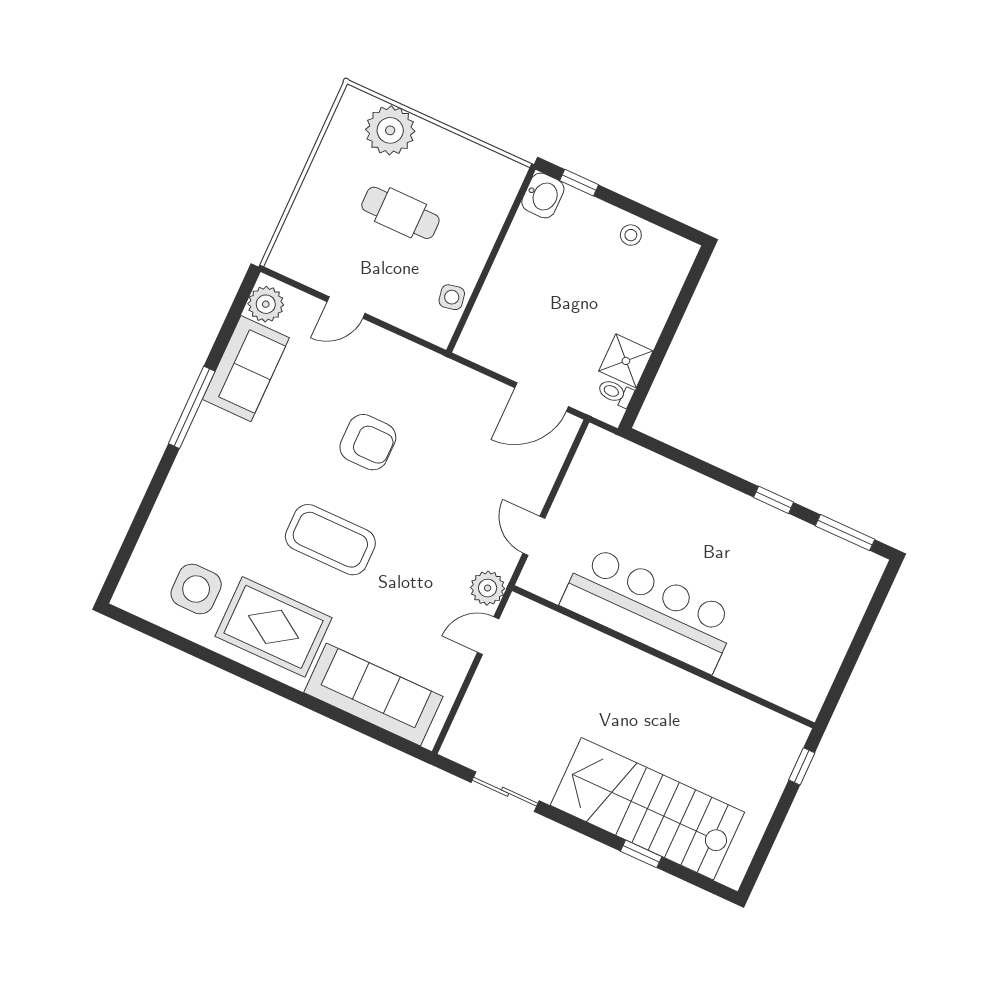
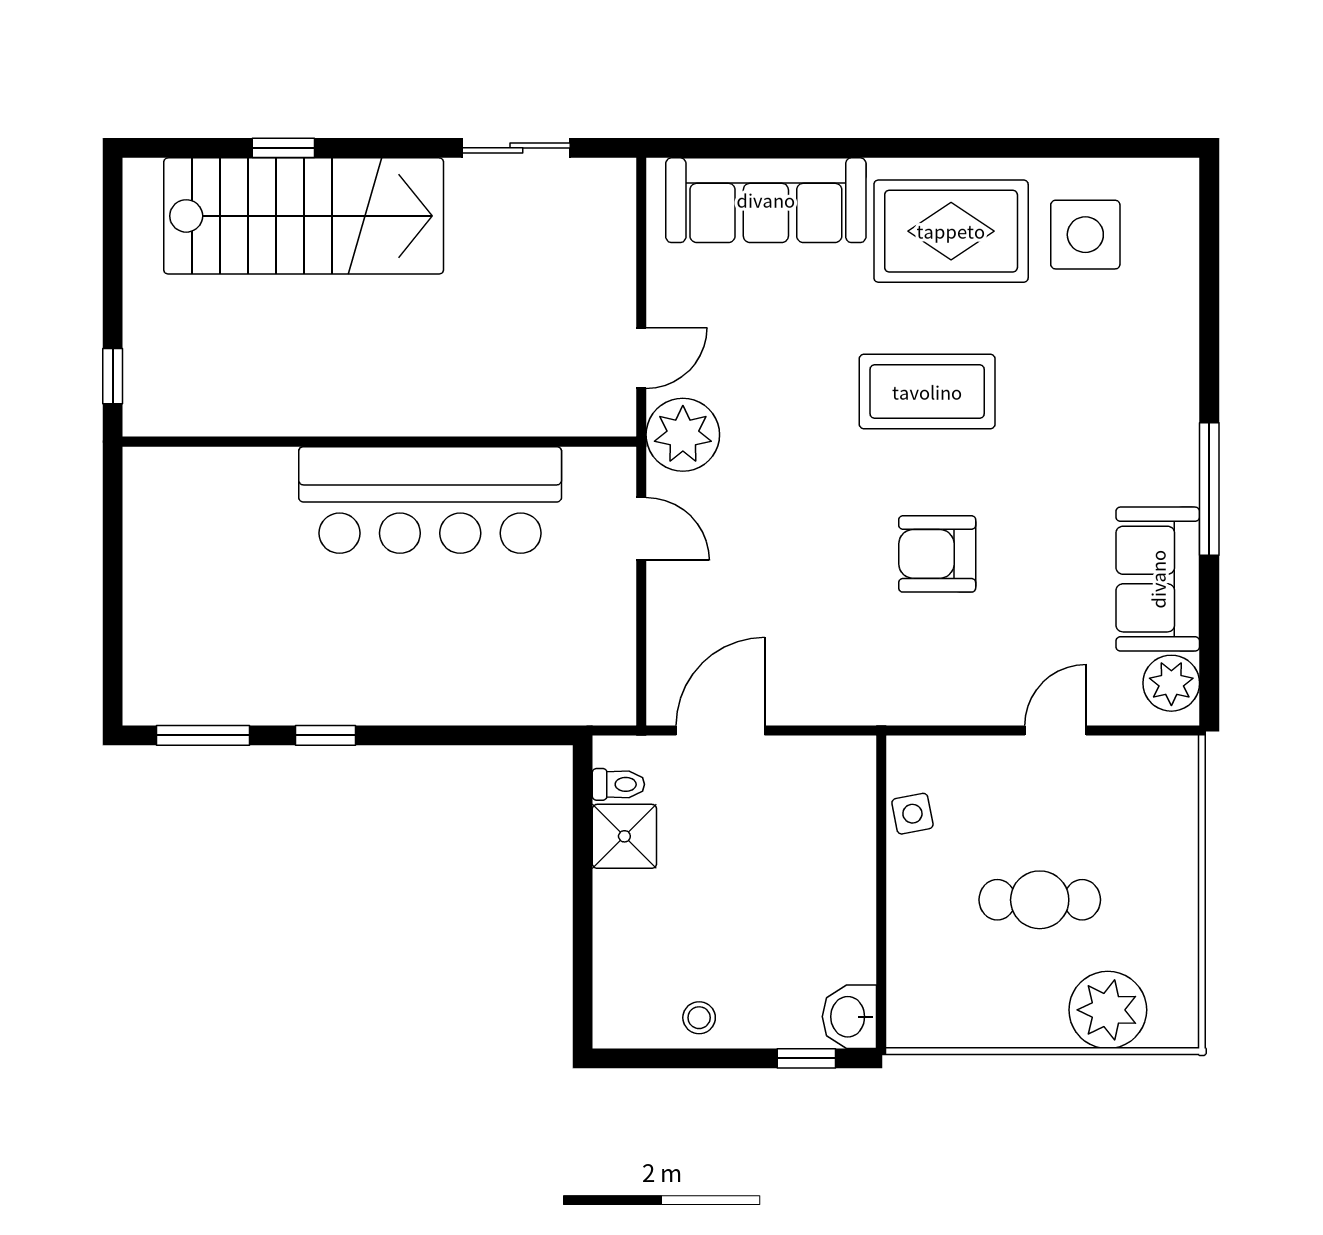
plant: (488, 588) -> (683, 435), width x1.36, depth x1.36

